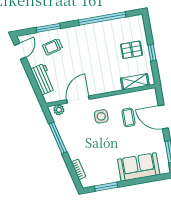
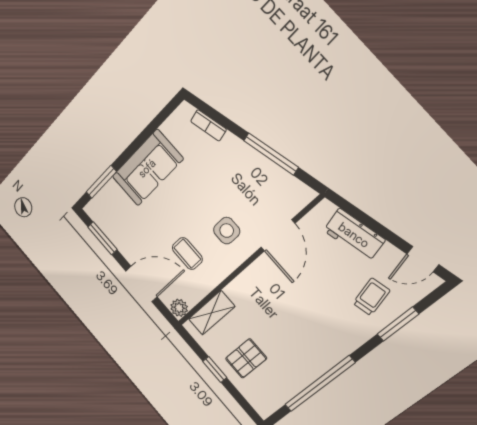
door: (20, 51) -> (423, 259), hinge flipped
plant: (59, 110) -> (179, 308), moved
sofa: (139, 167) -> (147, 168), moved
window: (106, 187) -> (101, 182), moved

